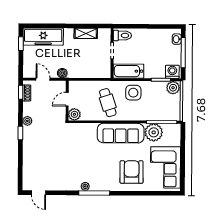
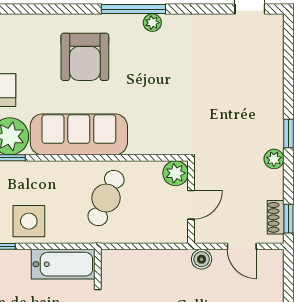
side table: (133, 93) -> (29, 221), moved
cafe table: (108, 103) -> (106, 198), turned 42
armchair: (132, 172) -> (85, 57), moved

